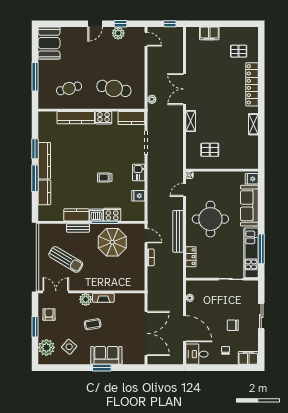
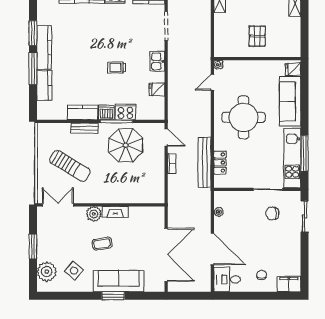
pallet: (210, 150) -> (257, 36), moved, turned 90
bench: (178, 231) -> (205, 162), moved
armchair: (49, 314) -> (50, 232), removed
sliding door: (261, 316) -> (304, 216), moved
chair: (233, 325) -> (272, 213), moved
sofa: (106, 355) -> (119, 281), width x1.36

